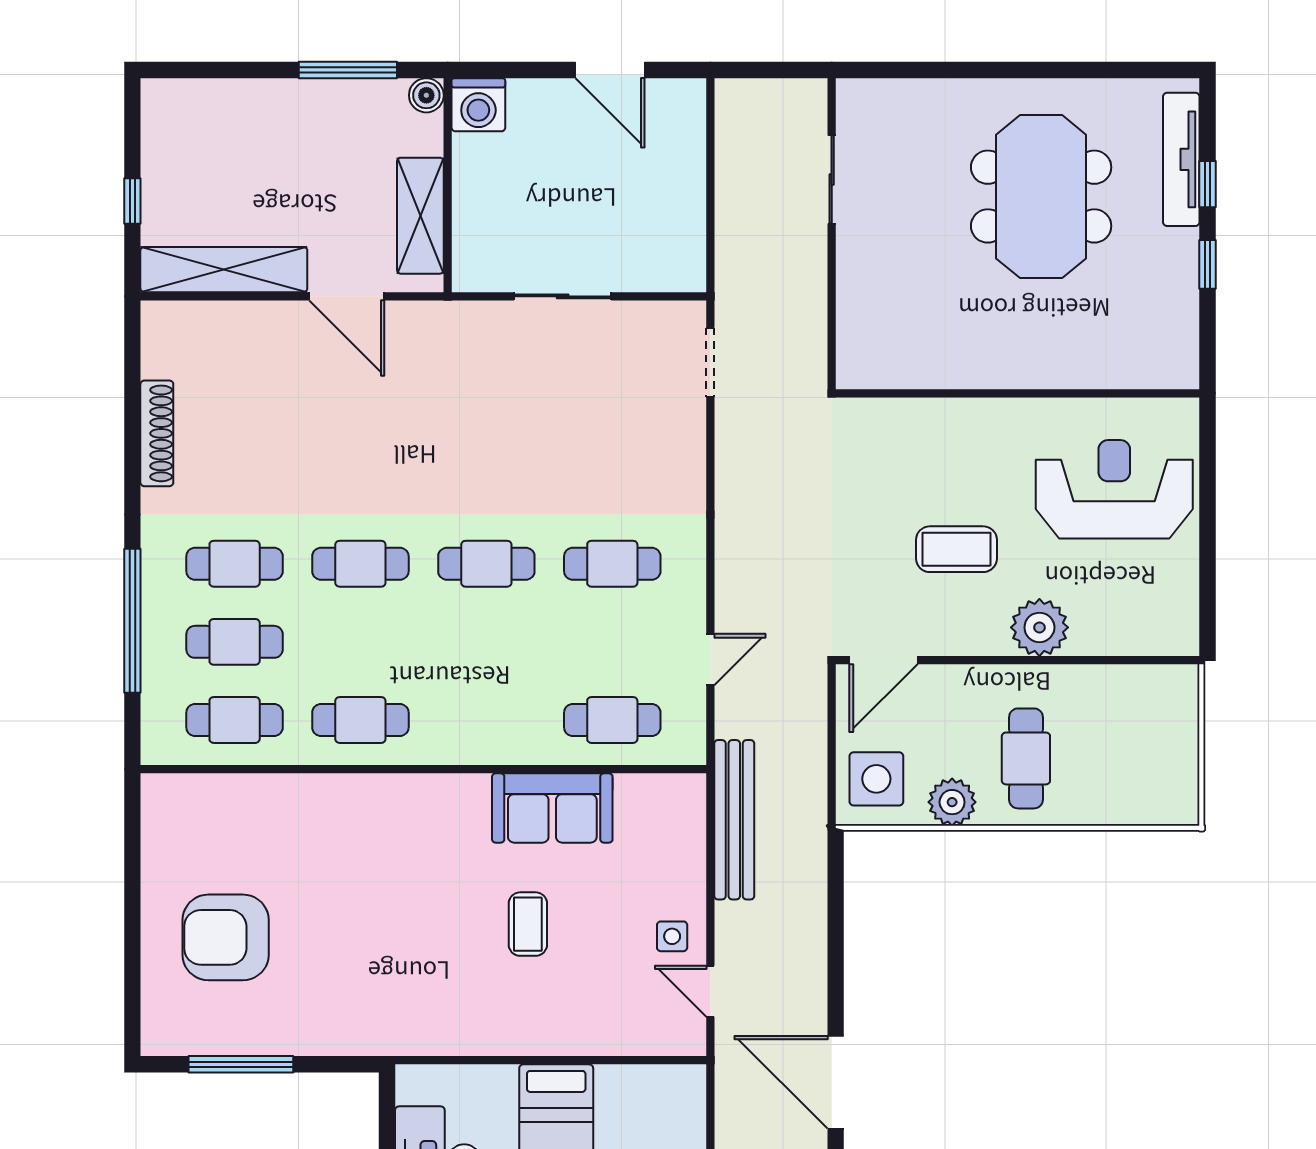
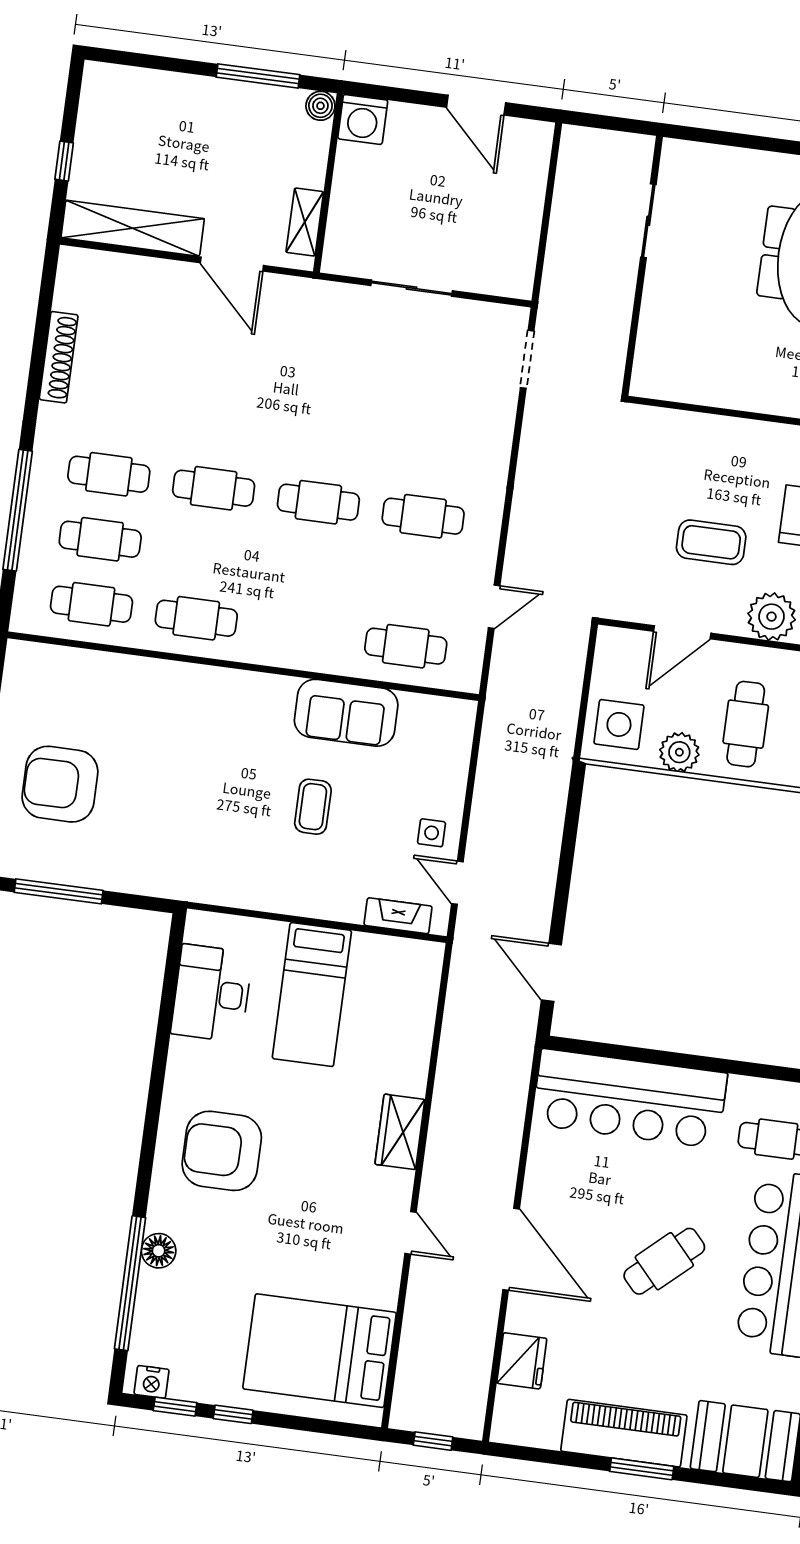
shelving: (420, 216) -> (305, 222), width x0.67, depth x0.75
door: (883, 660) -> (682, 632), moved
bench: (734, 820) -> (496, 743), removed
fireplace: (646, 1040) -> (398, 916), added
door: (836, 1082) -> (551, 972), width x0.73

